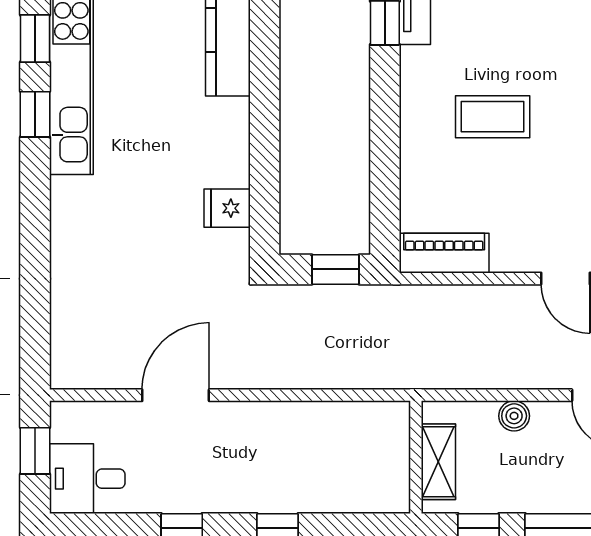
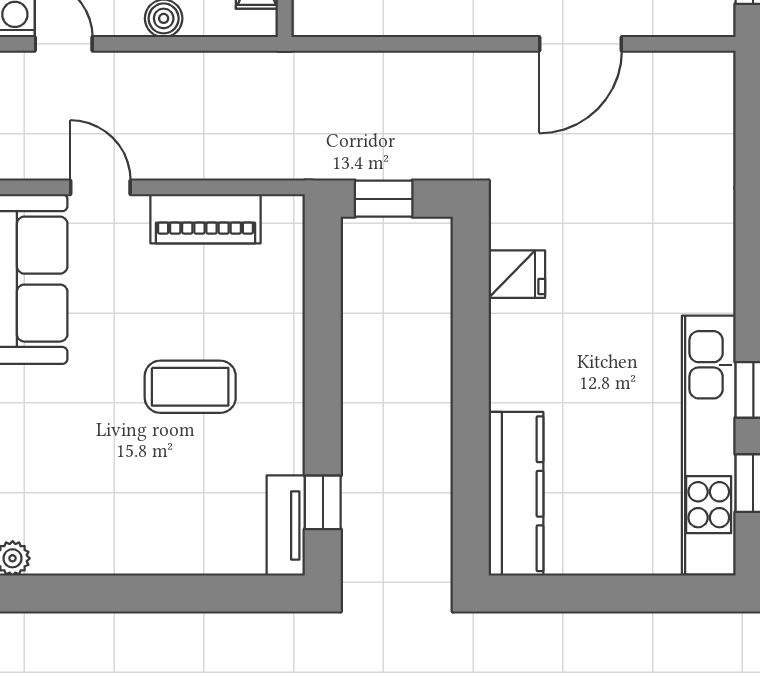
piano: (444, 253) -> (205, 219), moved

